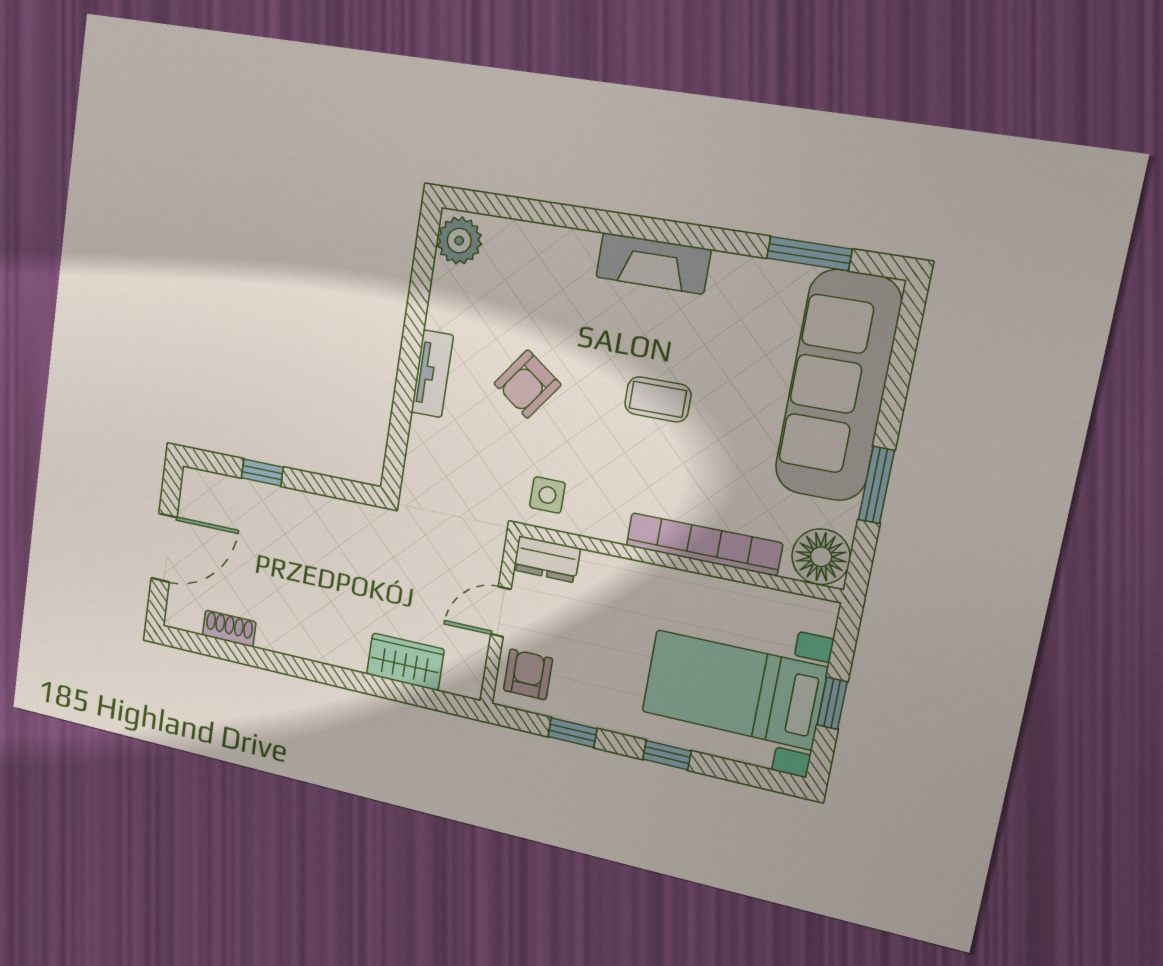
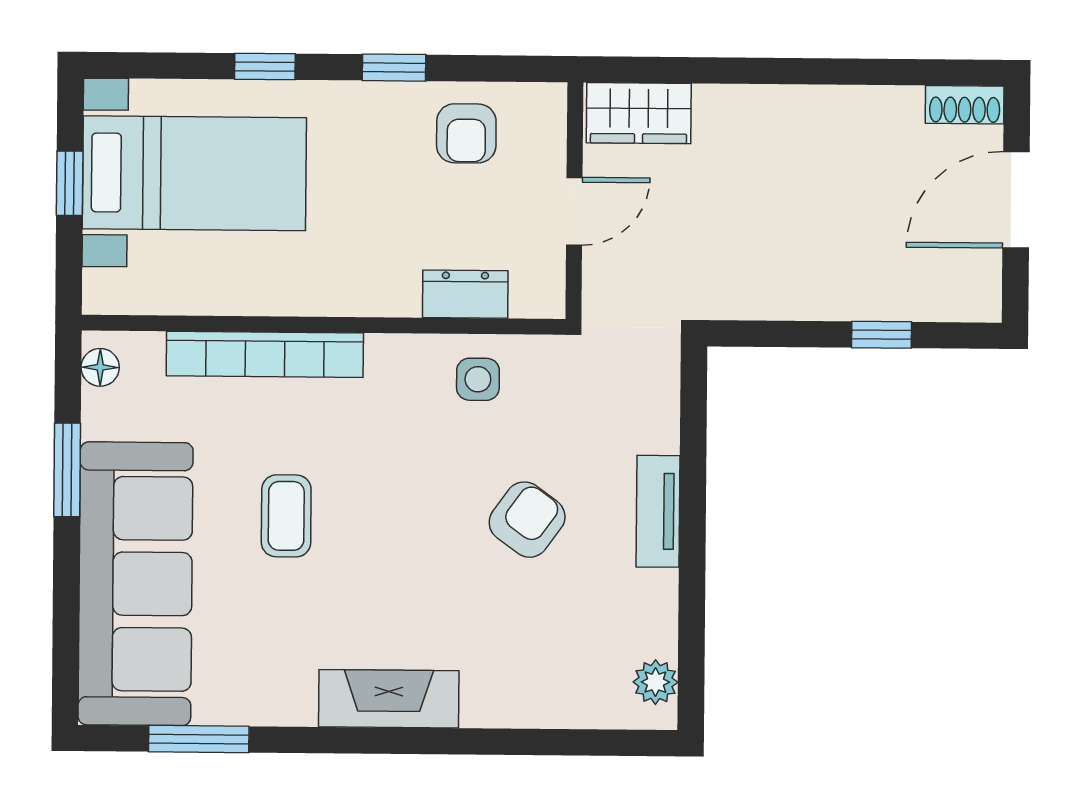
plant: (459, 241) -> (655, 682), width x0.73, depth x0.73
coffee table: (658, 399) -> (286, 516), moved, turned 90
floor lamp: (821, 557) -> (100, 367), width x0.53, depth x0.53
door: (501, 612) -> (574, 211), moved
wall: (500, 619) -> (574, 201), moved
shoe rack: (229, 629) -> (965, 105), moved

